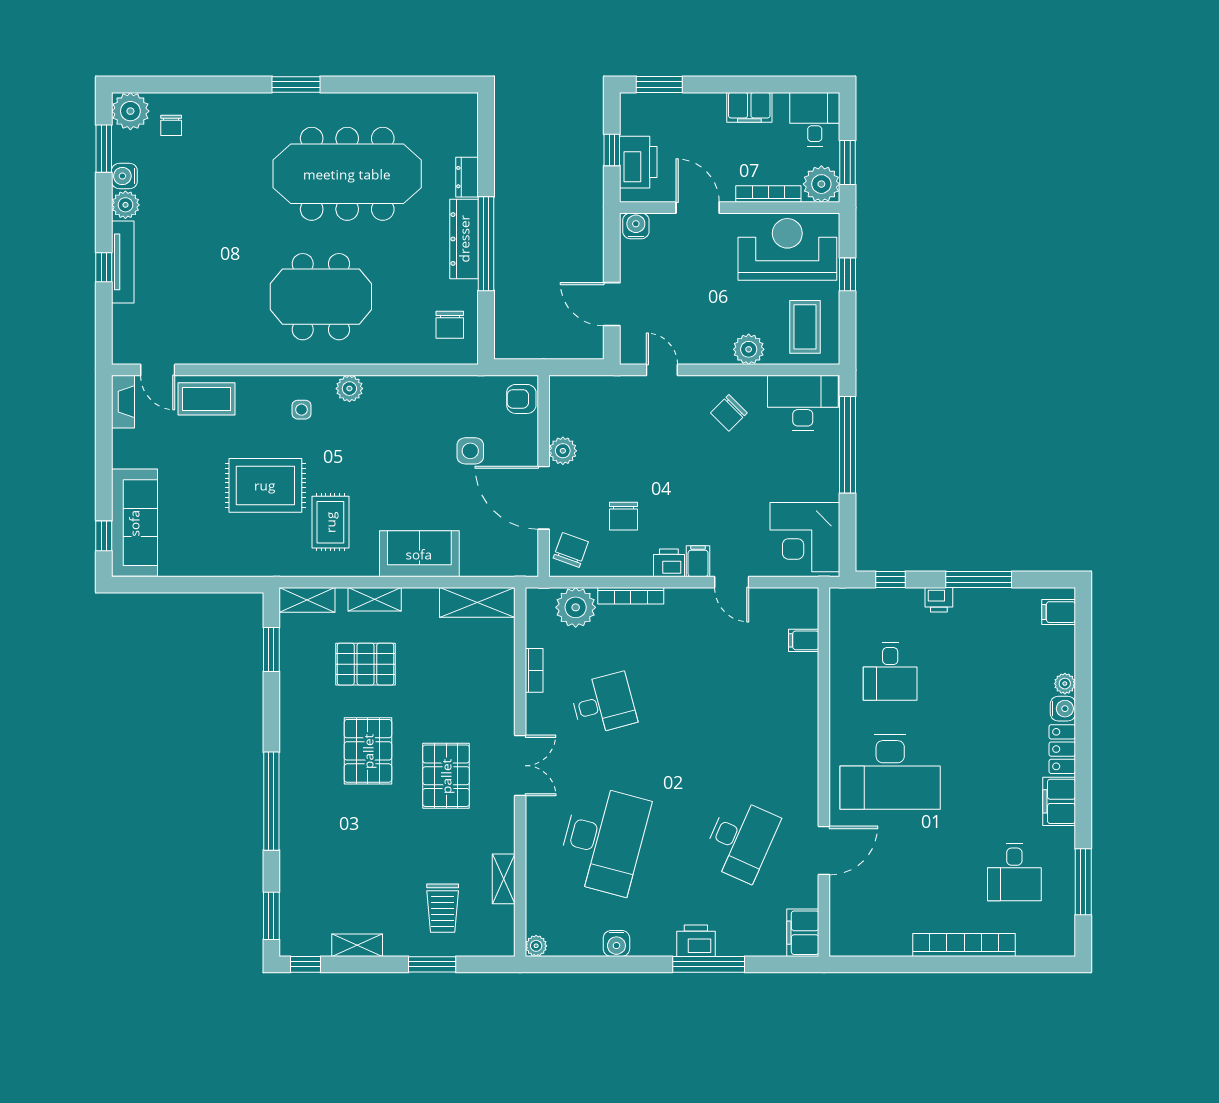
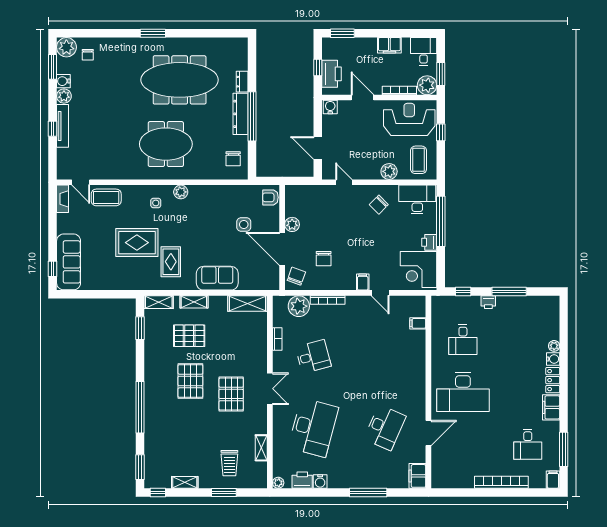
printer: (669, 563) -> (429, 242), moved, turned -90
filing cabinet: (1059, 612) -> (553, 480), moved, turned 90
printer: (696, 941) -> (302, 480), moved

